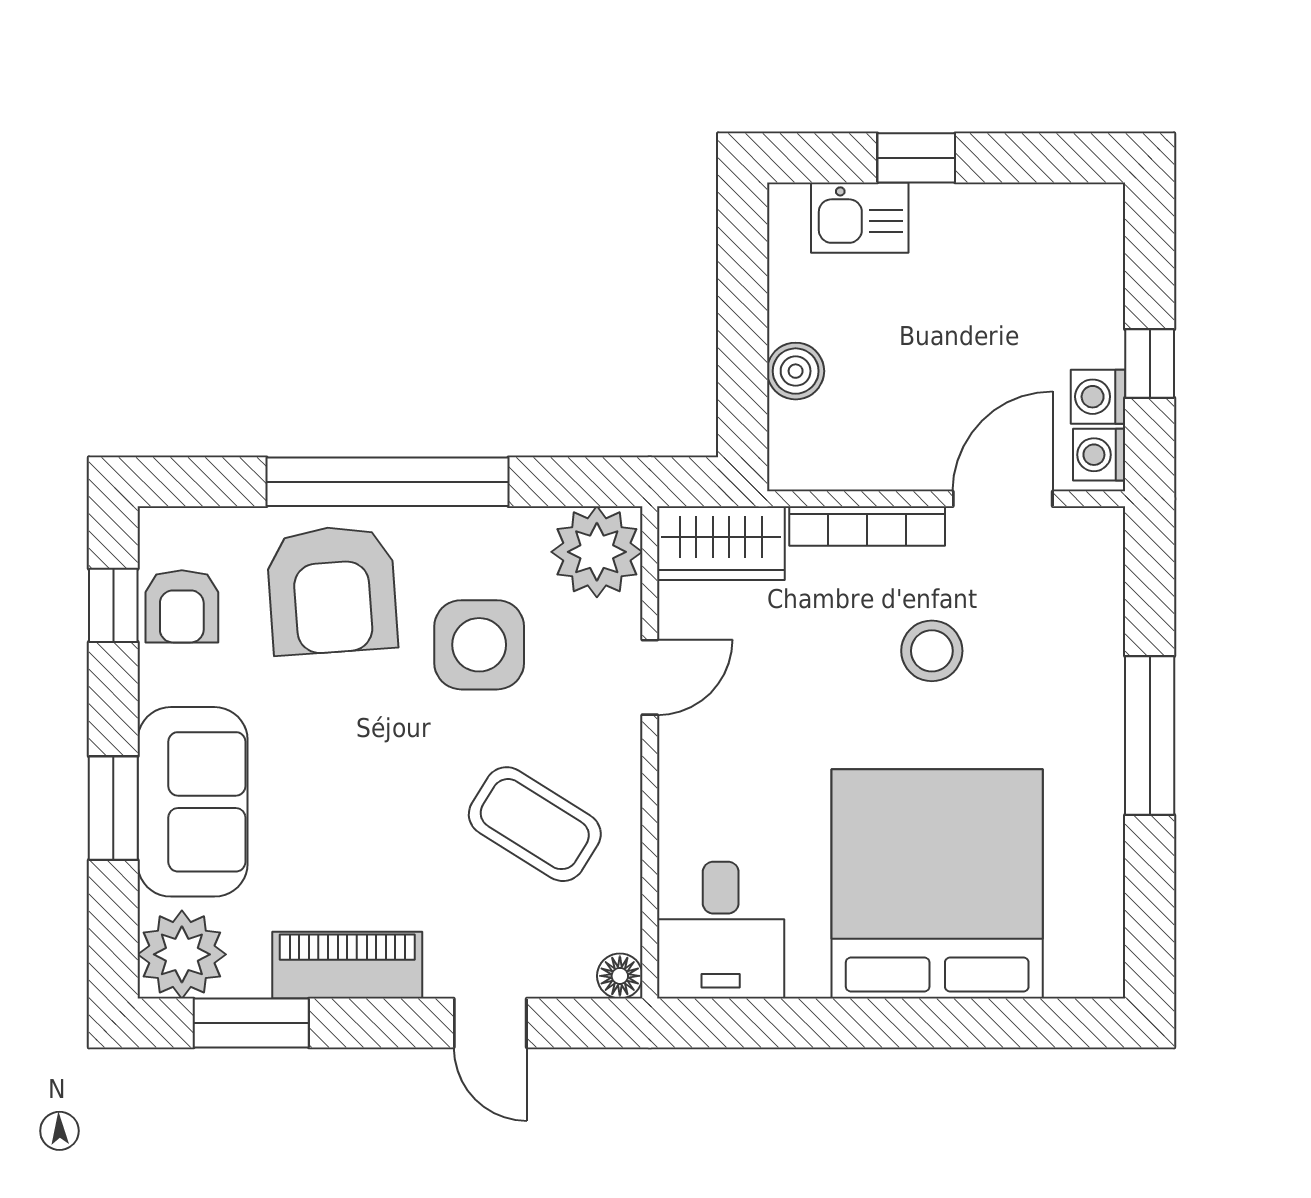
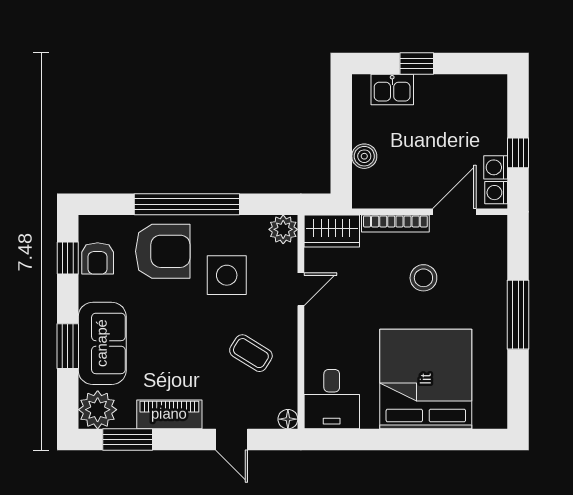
plant: (597, 552) -> (283, 229), width x0.73, depth x0.73
armchair: (332, 590) -> (163, 251), turned -86
coffee table: (535, 824) -> (251, 353), width x0.73, depth x0.77

